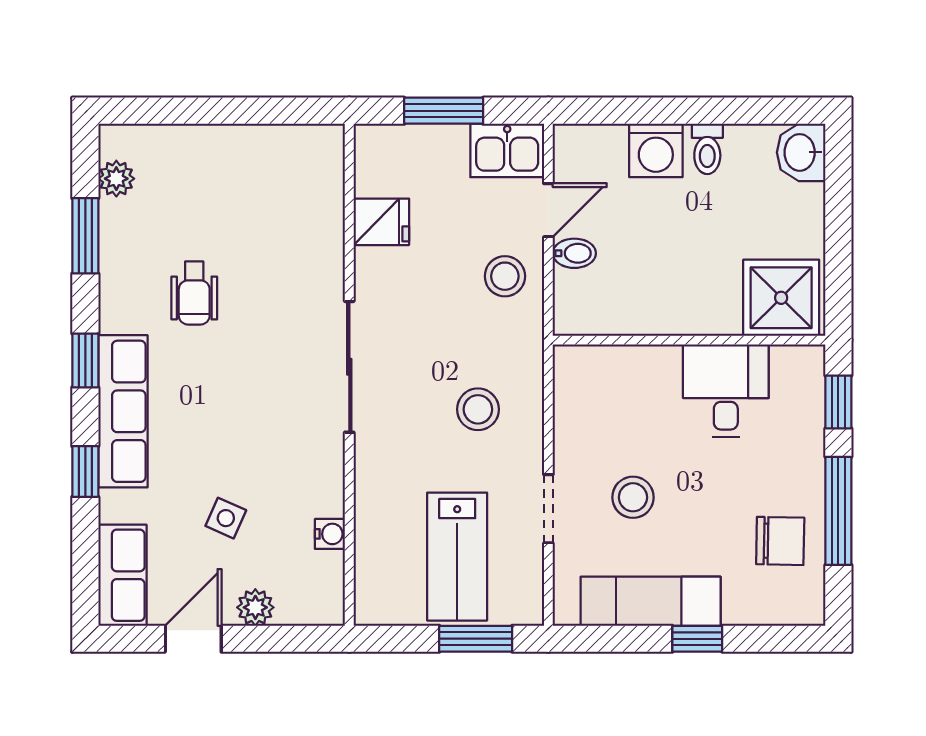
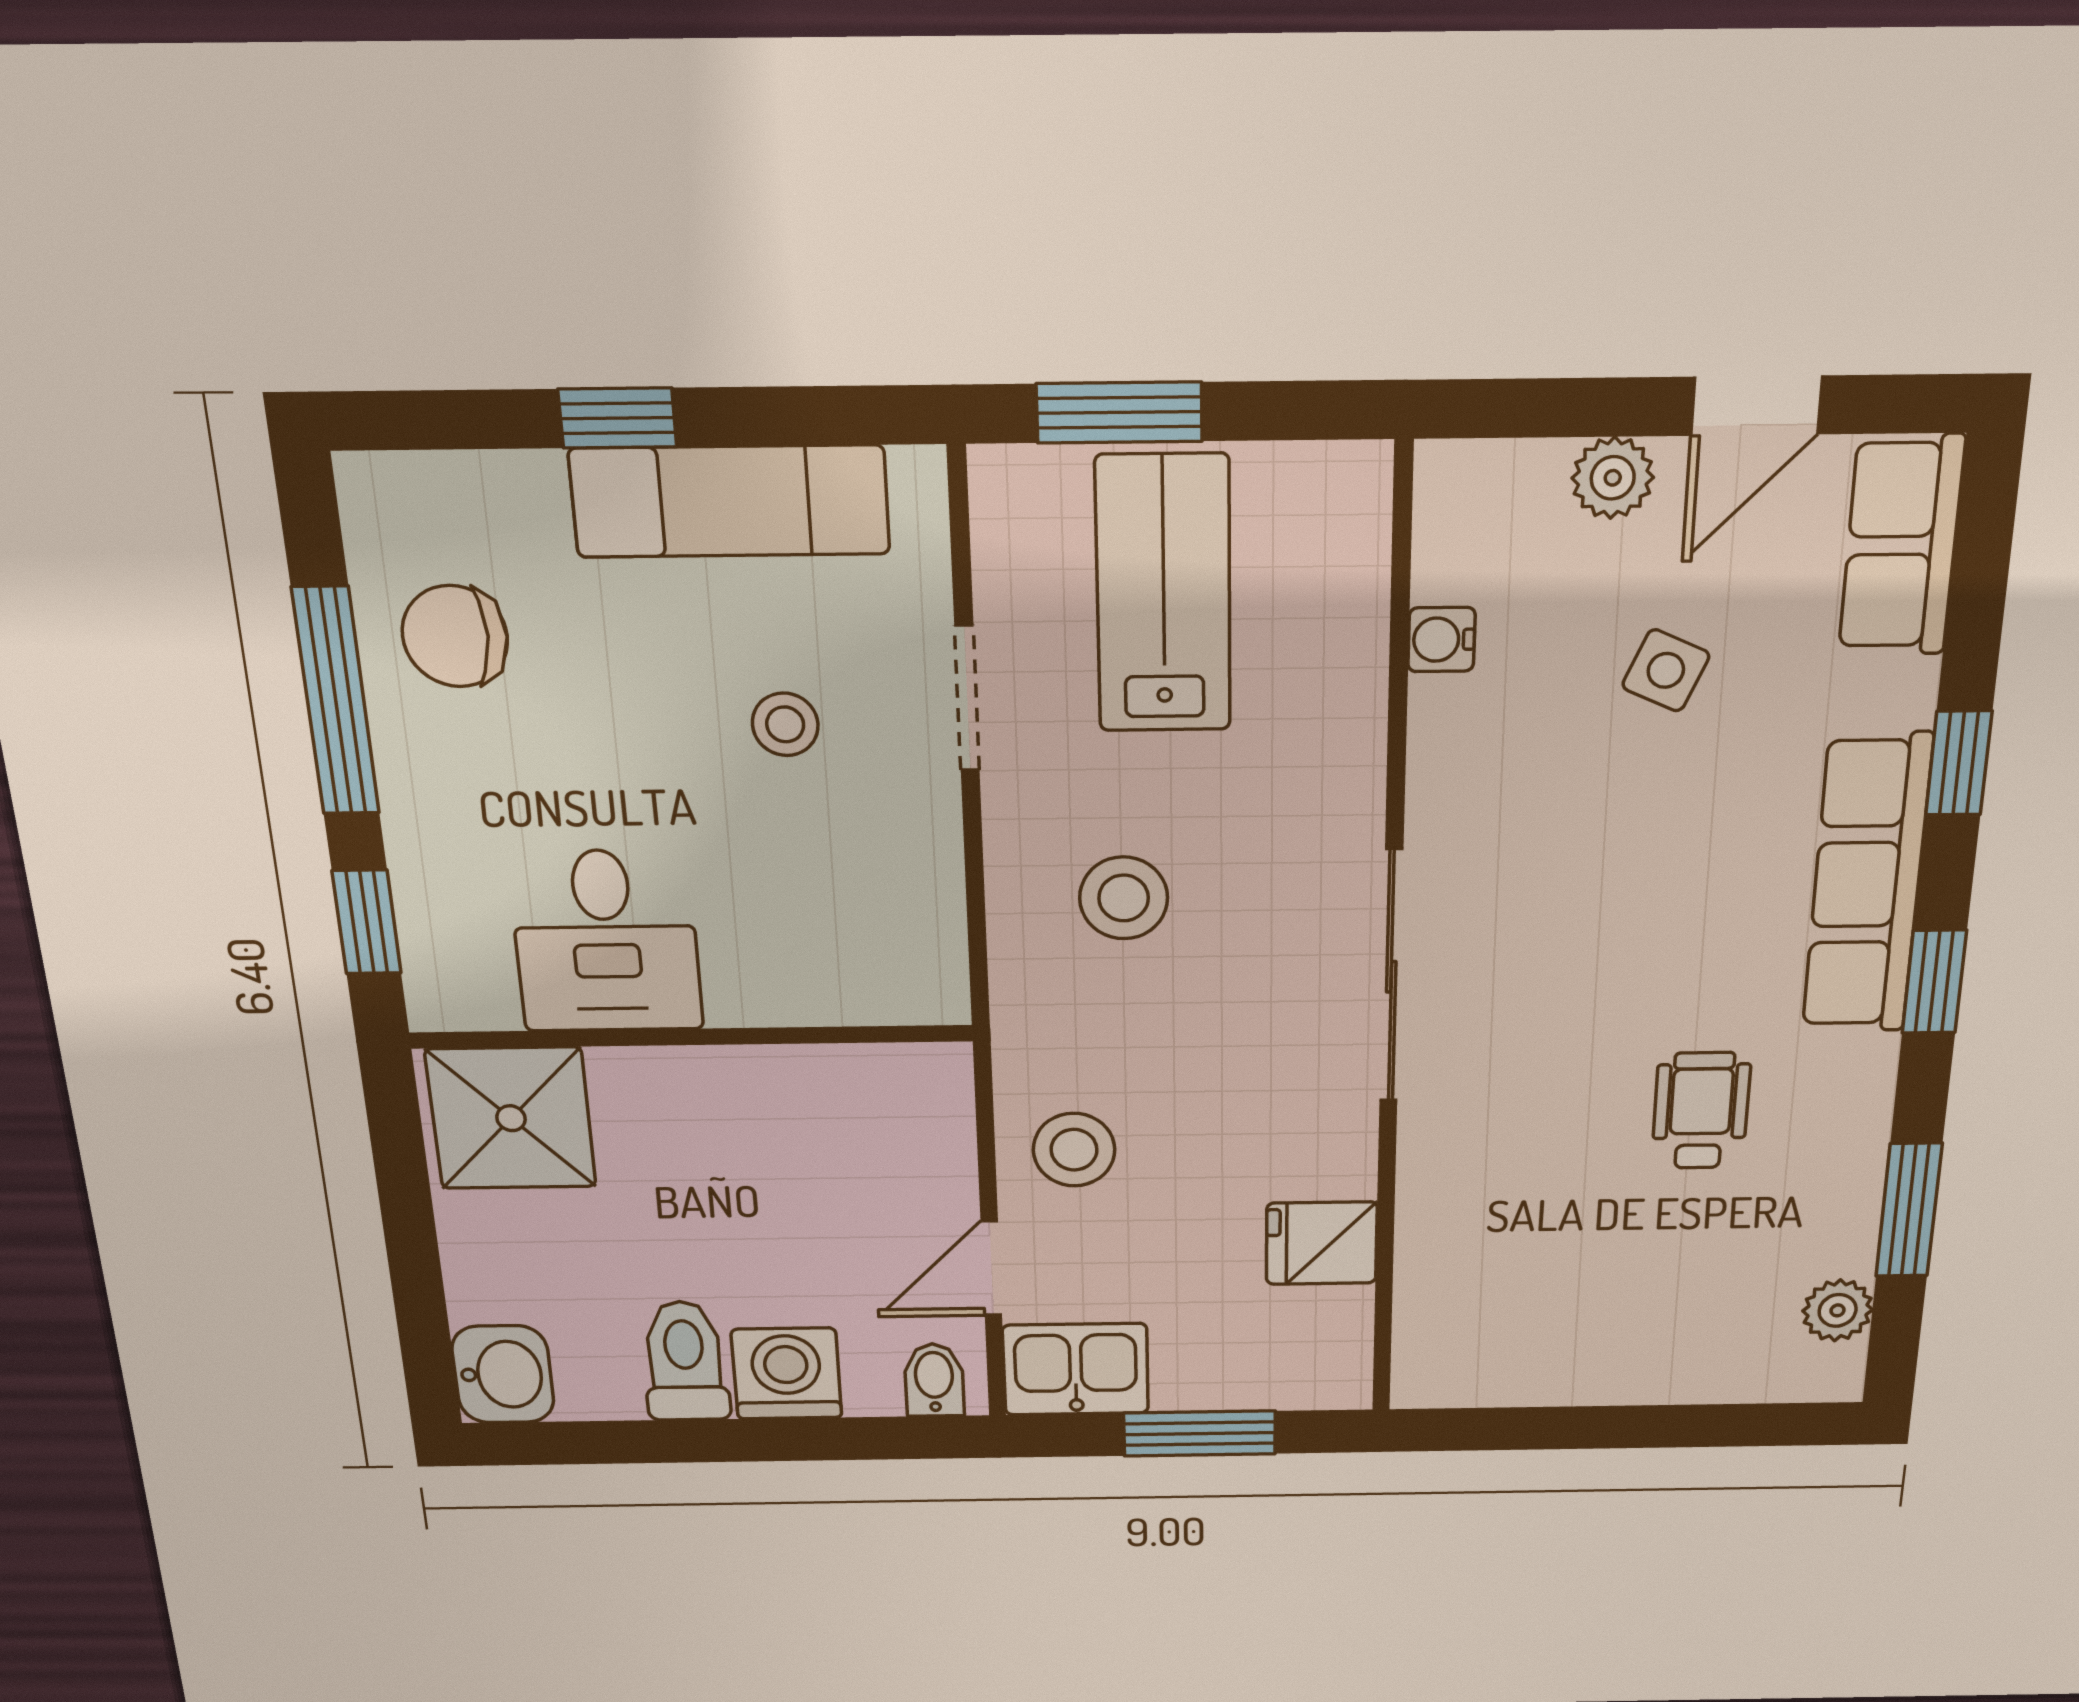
toilet: (707, 149) -> (685, 1361), width x1.37, depth x1.39
bidet: (574, 253) -> (934, 1380), moved, turned 90
stool: (633, 497) -> (785, 724), width x0.73, depth x0.73

